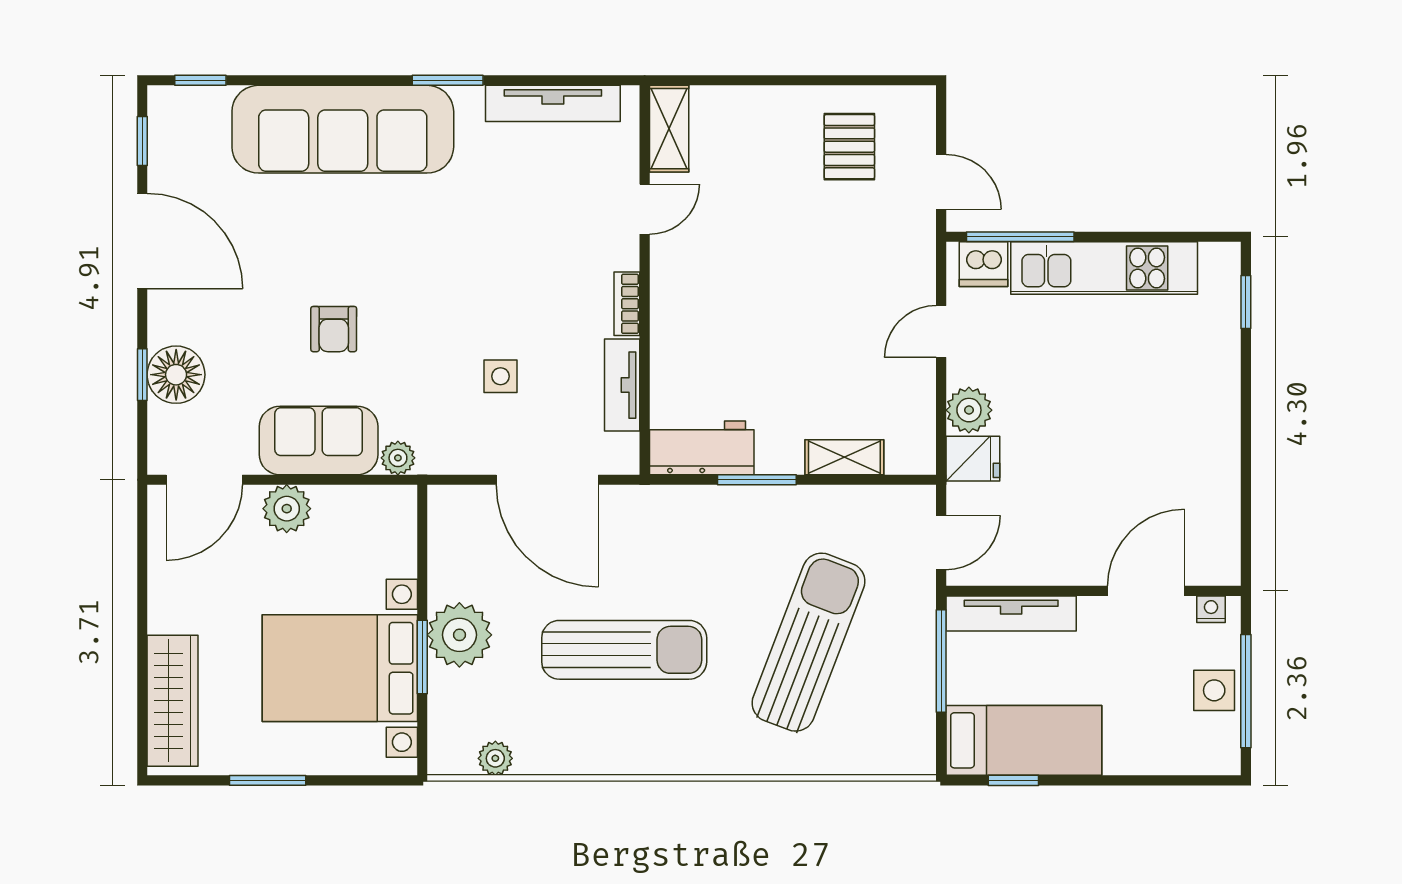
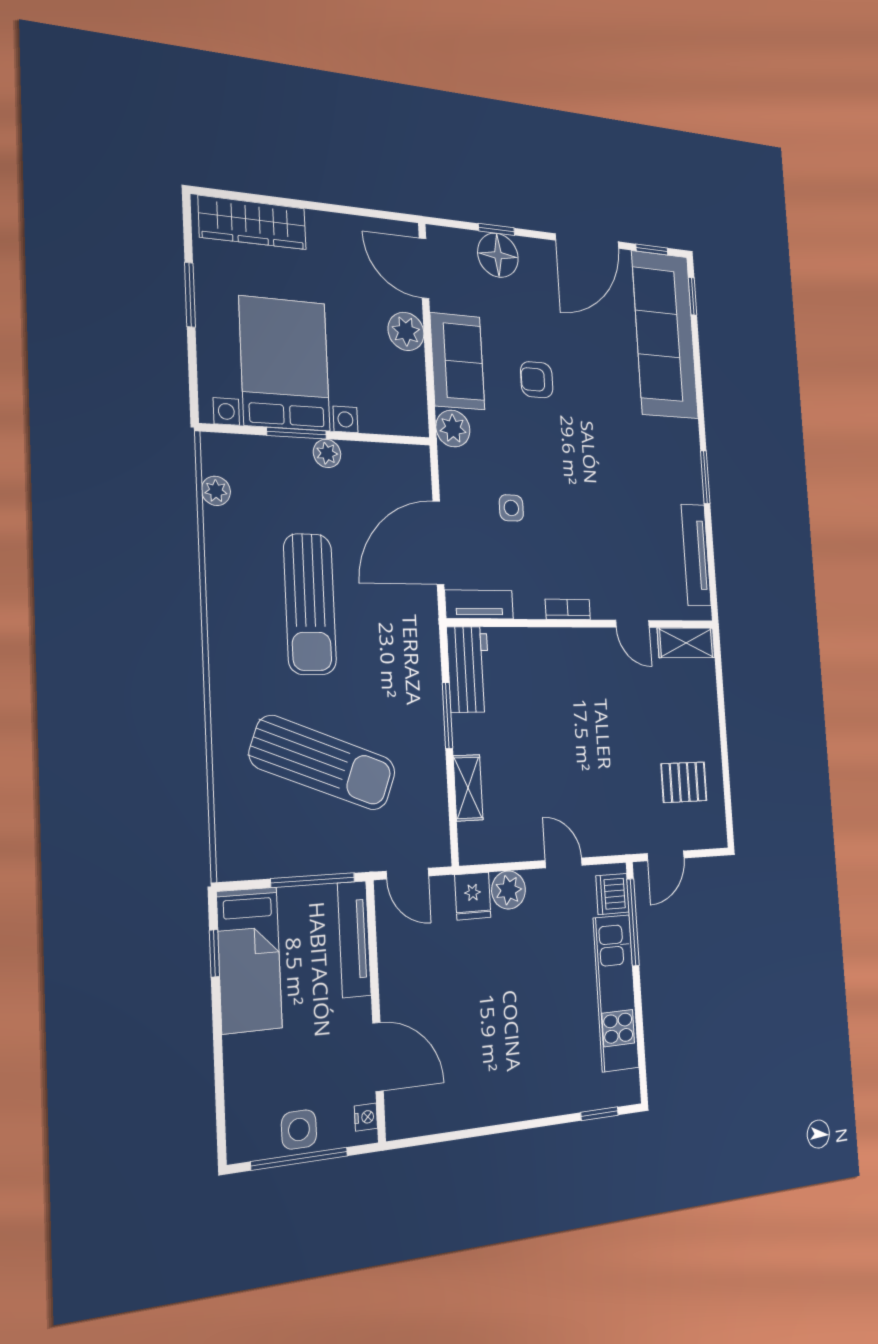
sofa: (343, 129) -> (665, 335), moved
tv unit: (622, 385) -> (479, 604), moved
plant: (398, 458) -> (453, 429), width x1.38, depth x1.38
plant: (459, 635) -> (327, 453), width x0.53, depth x0.53

